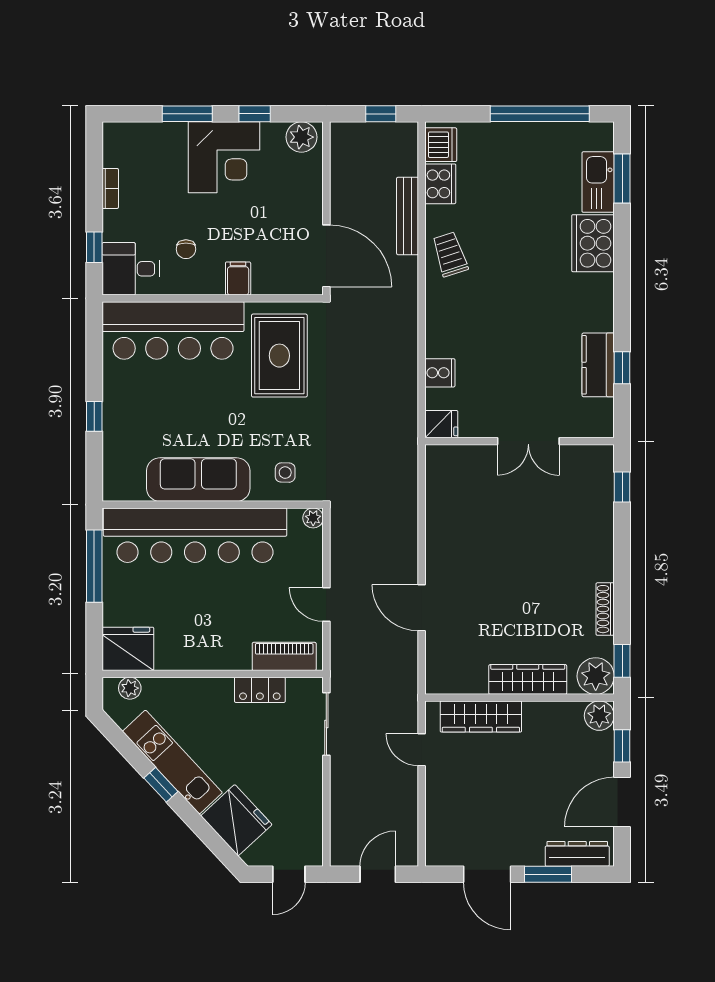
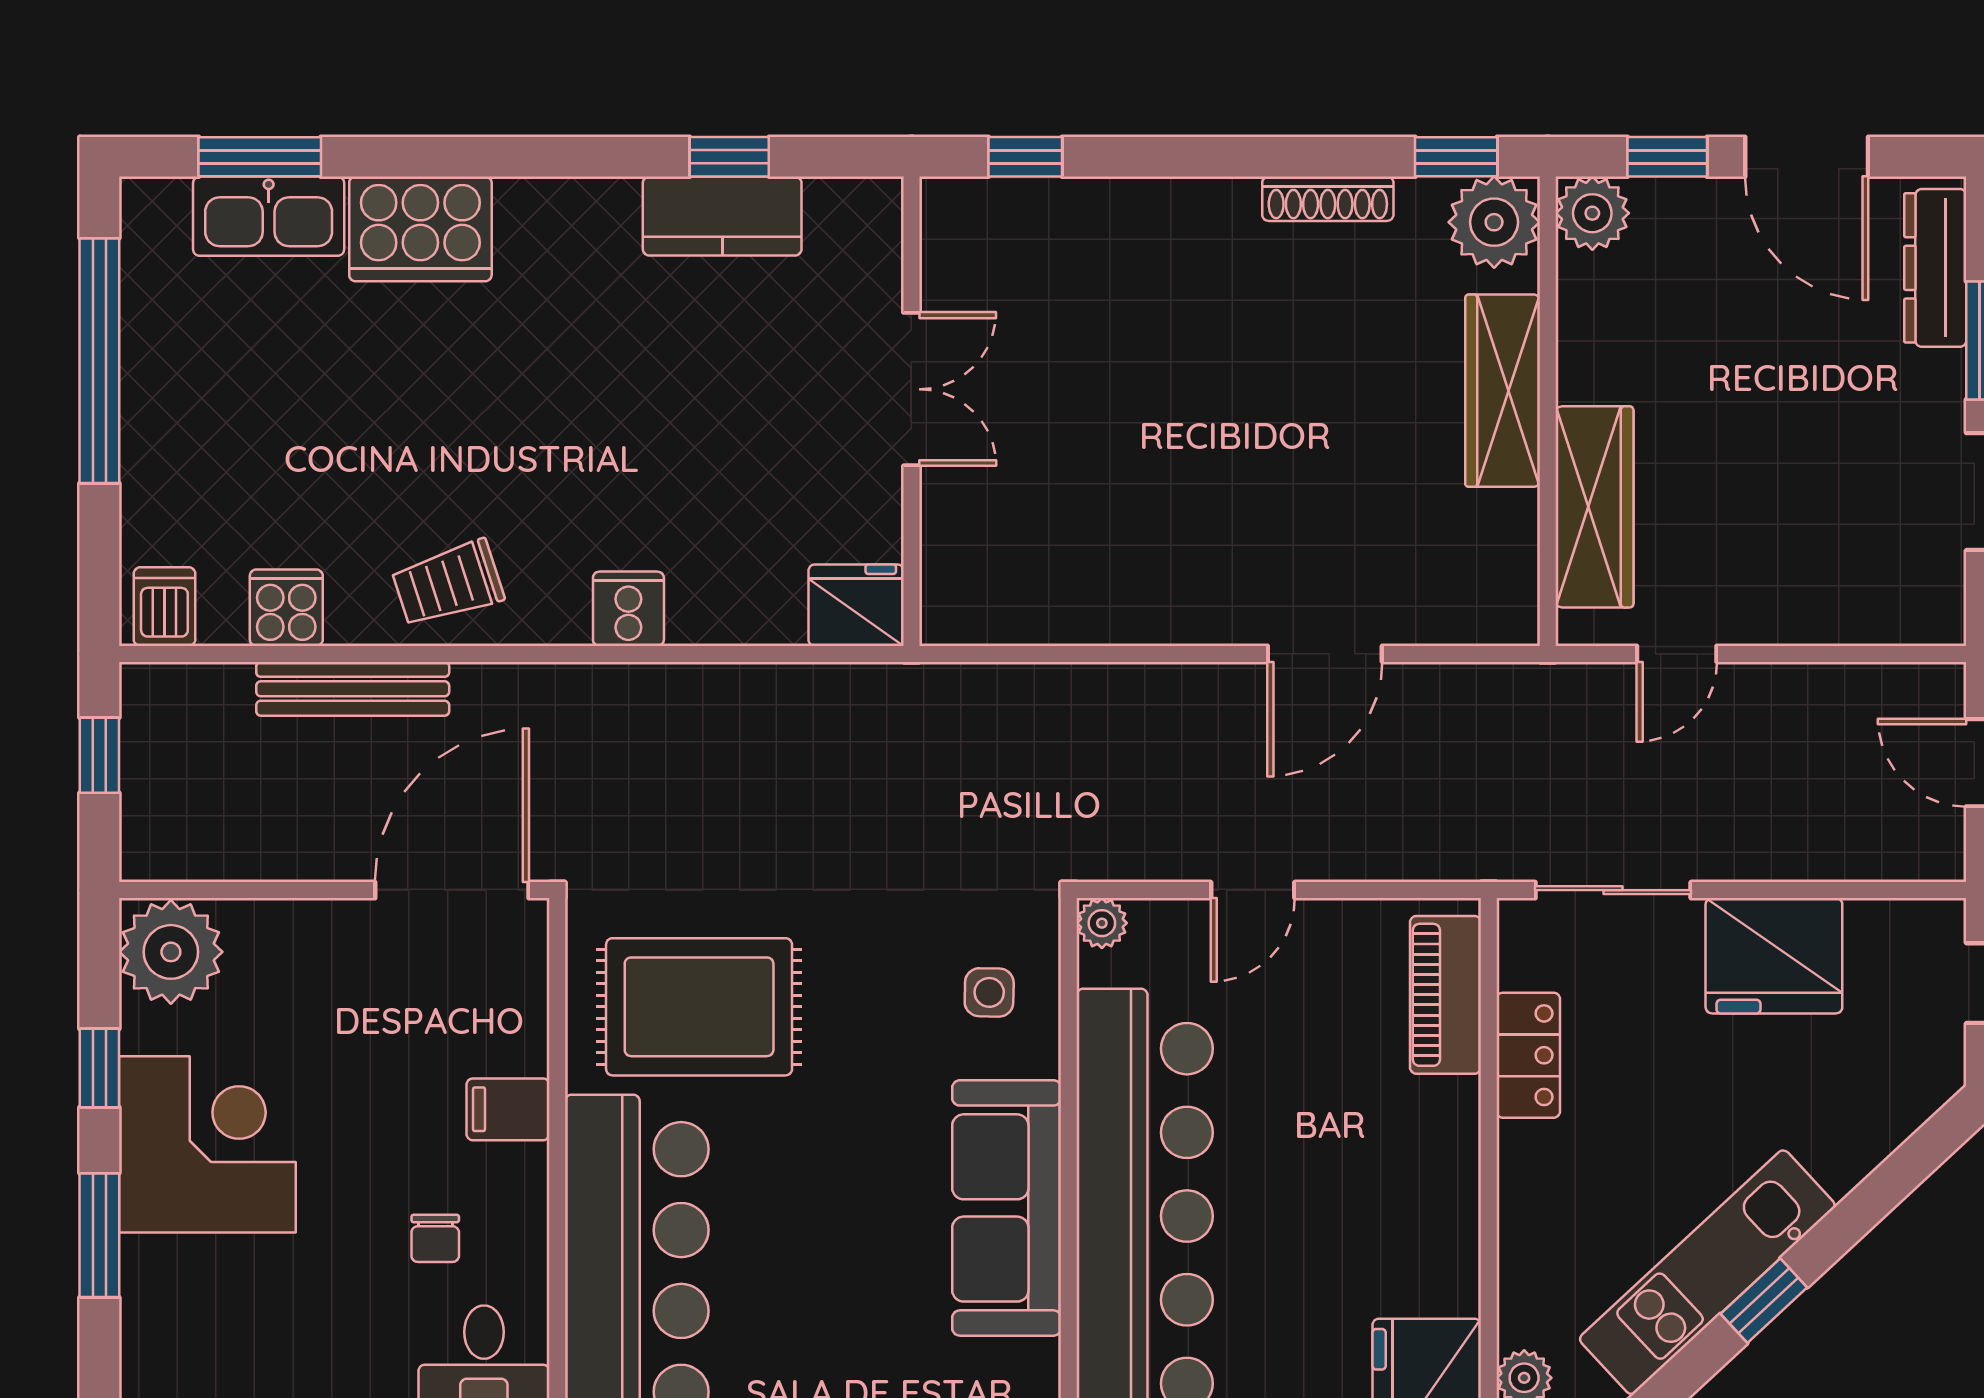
plant: (301, 137) -> (171, 952), width x1.36, depth x1.36
dishwasher: (441, 145) -> (164, 607), width x0.73
cooker: (440, 184) -> (286, 608), width x0.73
chair: (186, 249) -> (435, 1238), turned 90
cooker: (440, 373) -> (628, 609), moved
fridge: (441, 424) -> (856, 605), width x1.38
door: (326, 605) -> (1253, 890), moved
fridge: (236, 820) -> (1774, 956), moved, turned -137

